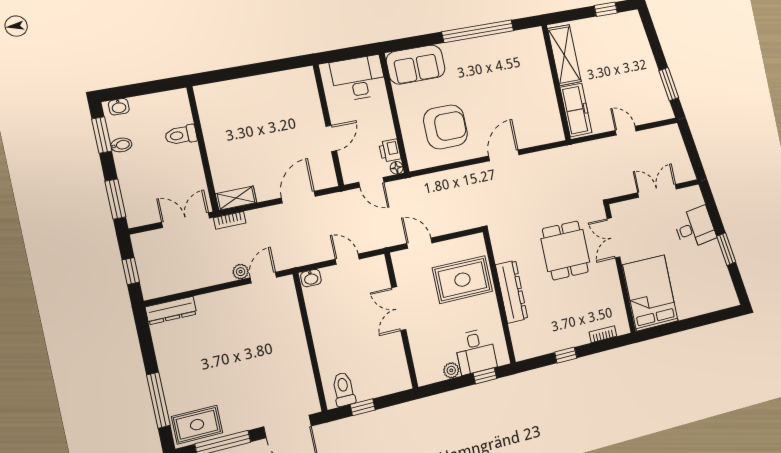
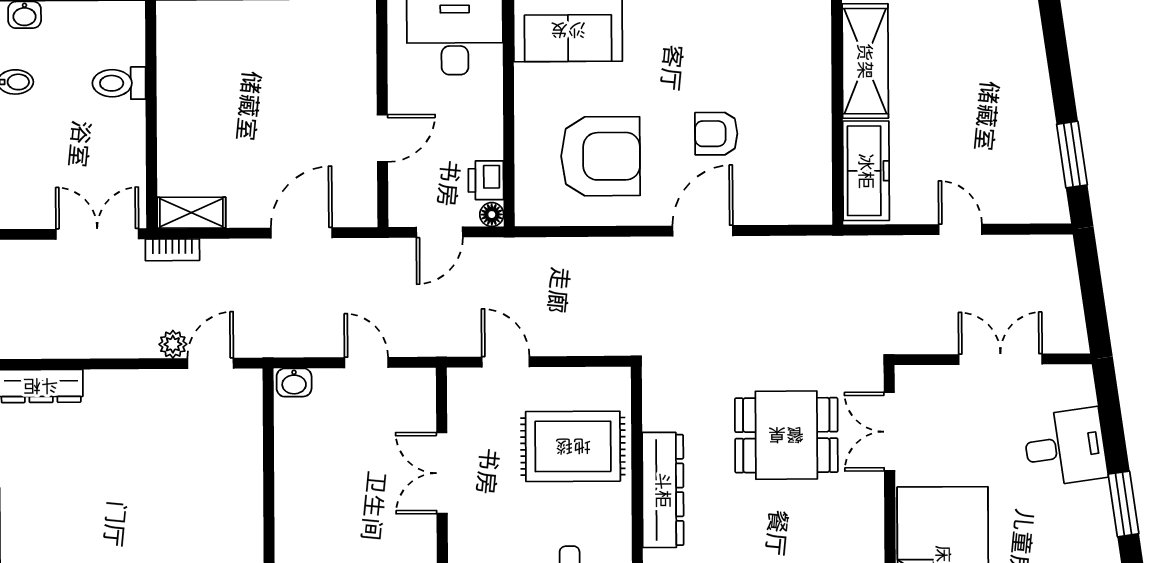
armchair: (500, 105) -> (716, 134), added
door: (371, 182) -> (440, 232), hinge flipped
dining table: (565, 250) -> (786, 435), turned 90

